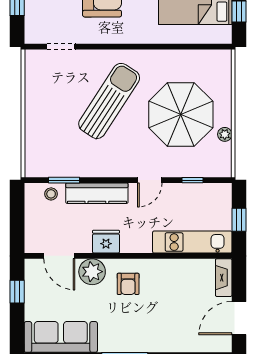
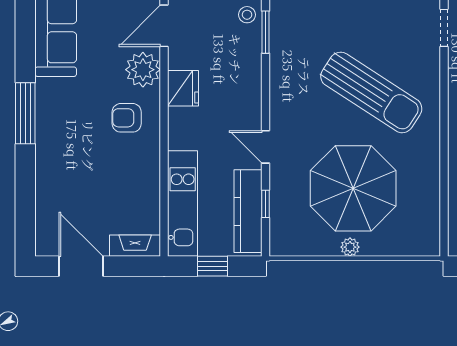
plant: (225, 134) -> (350, 247), moved
kitchen counter: (97, 193) -> (248, 211), moved

